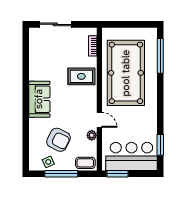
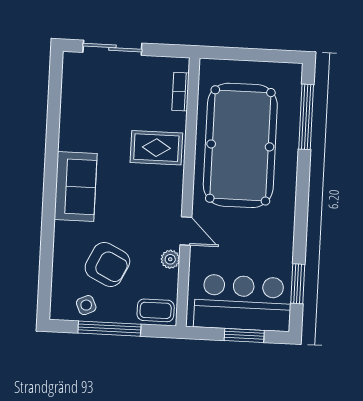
window: (118, 174) -> (244, 335), moved

